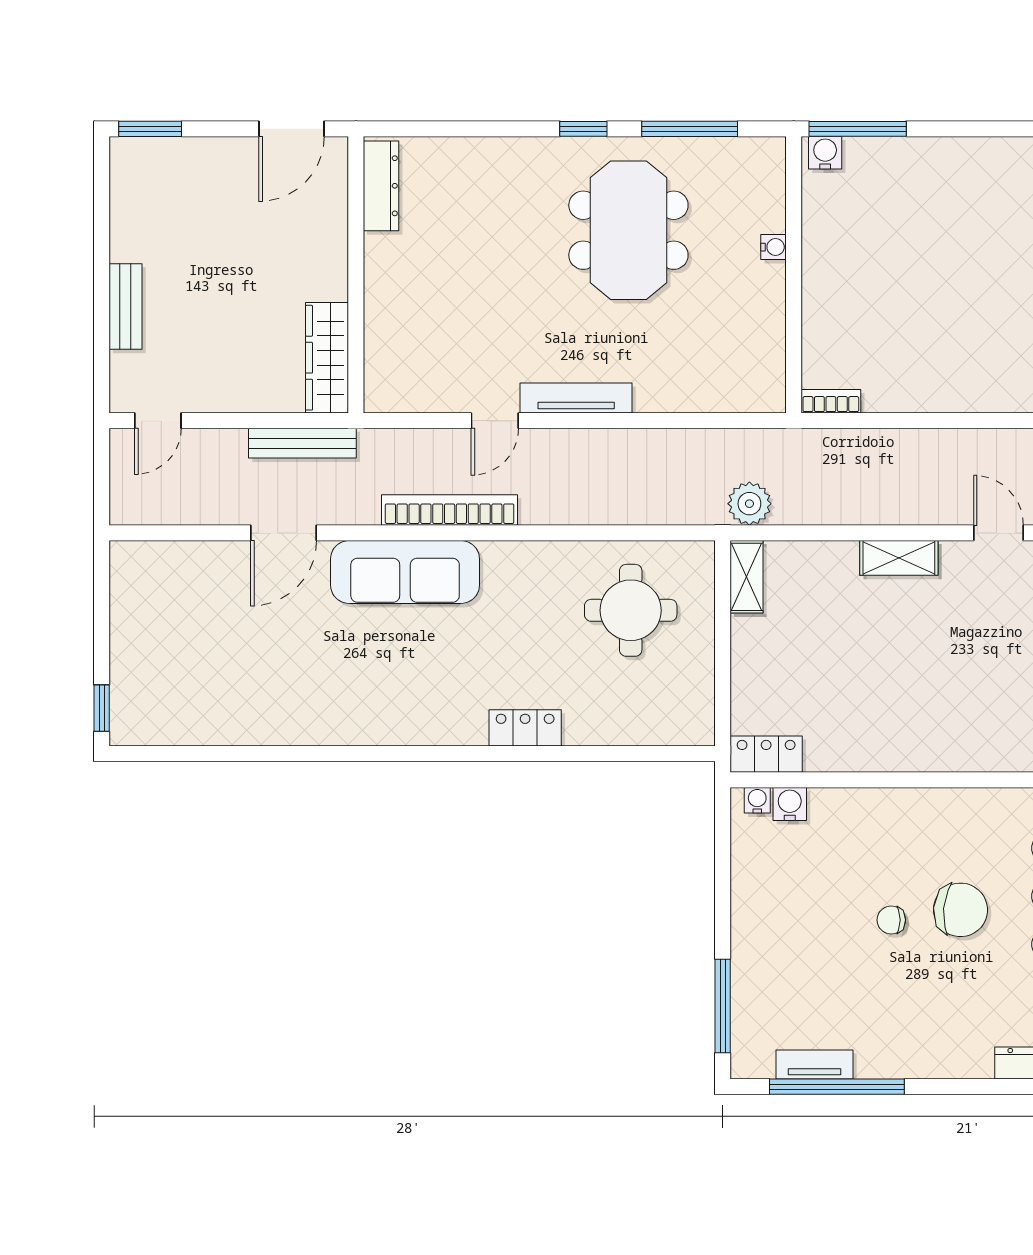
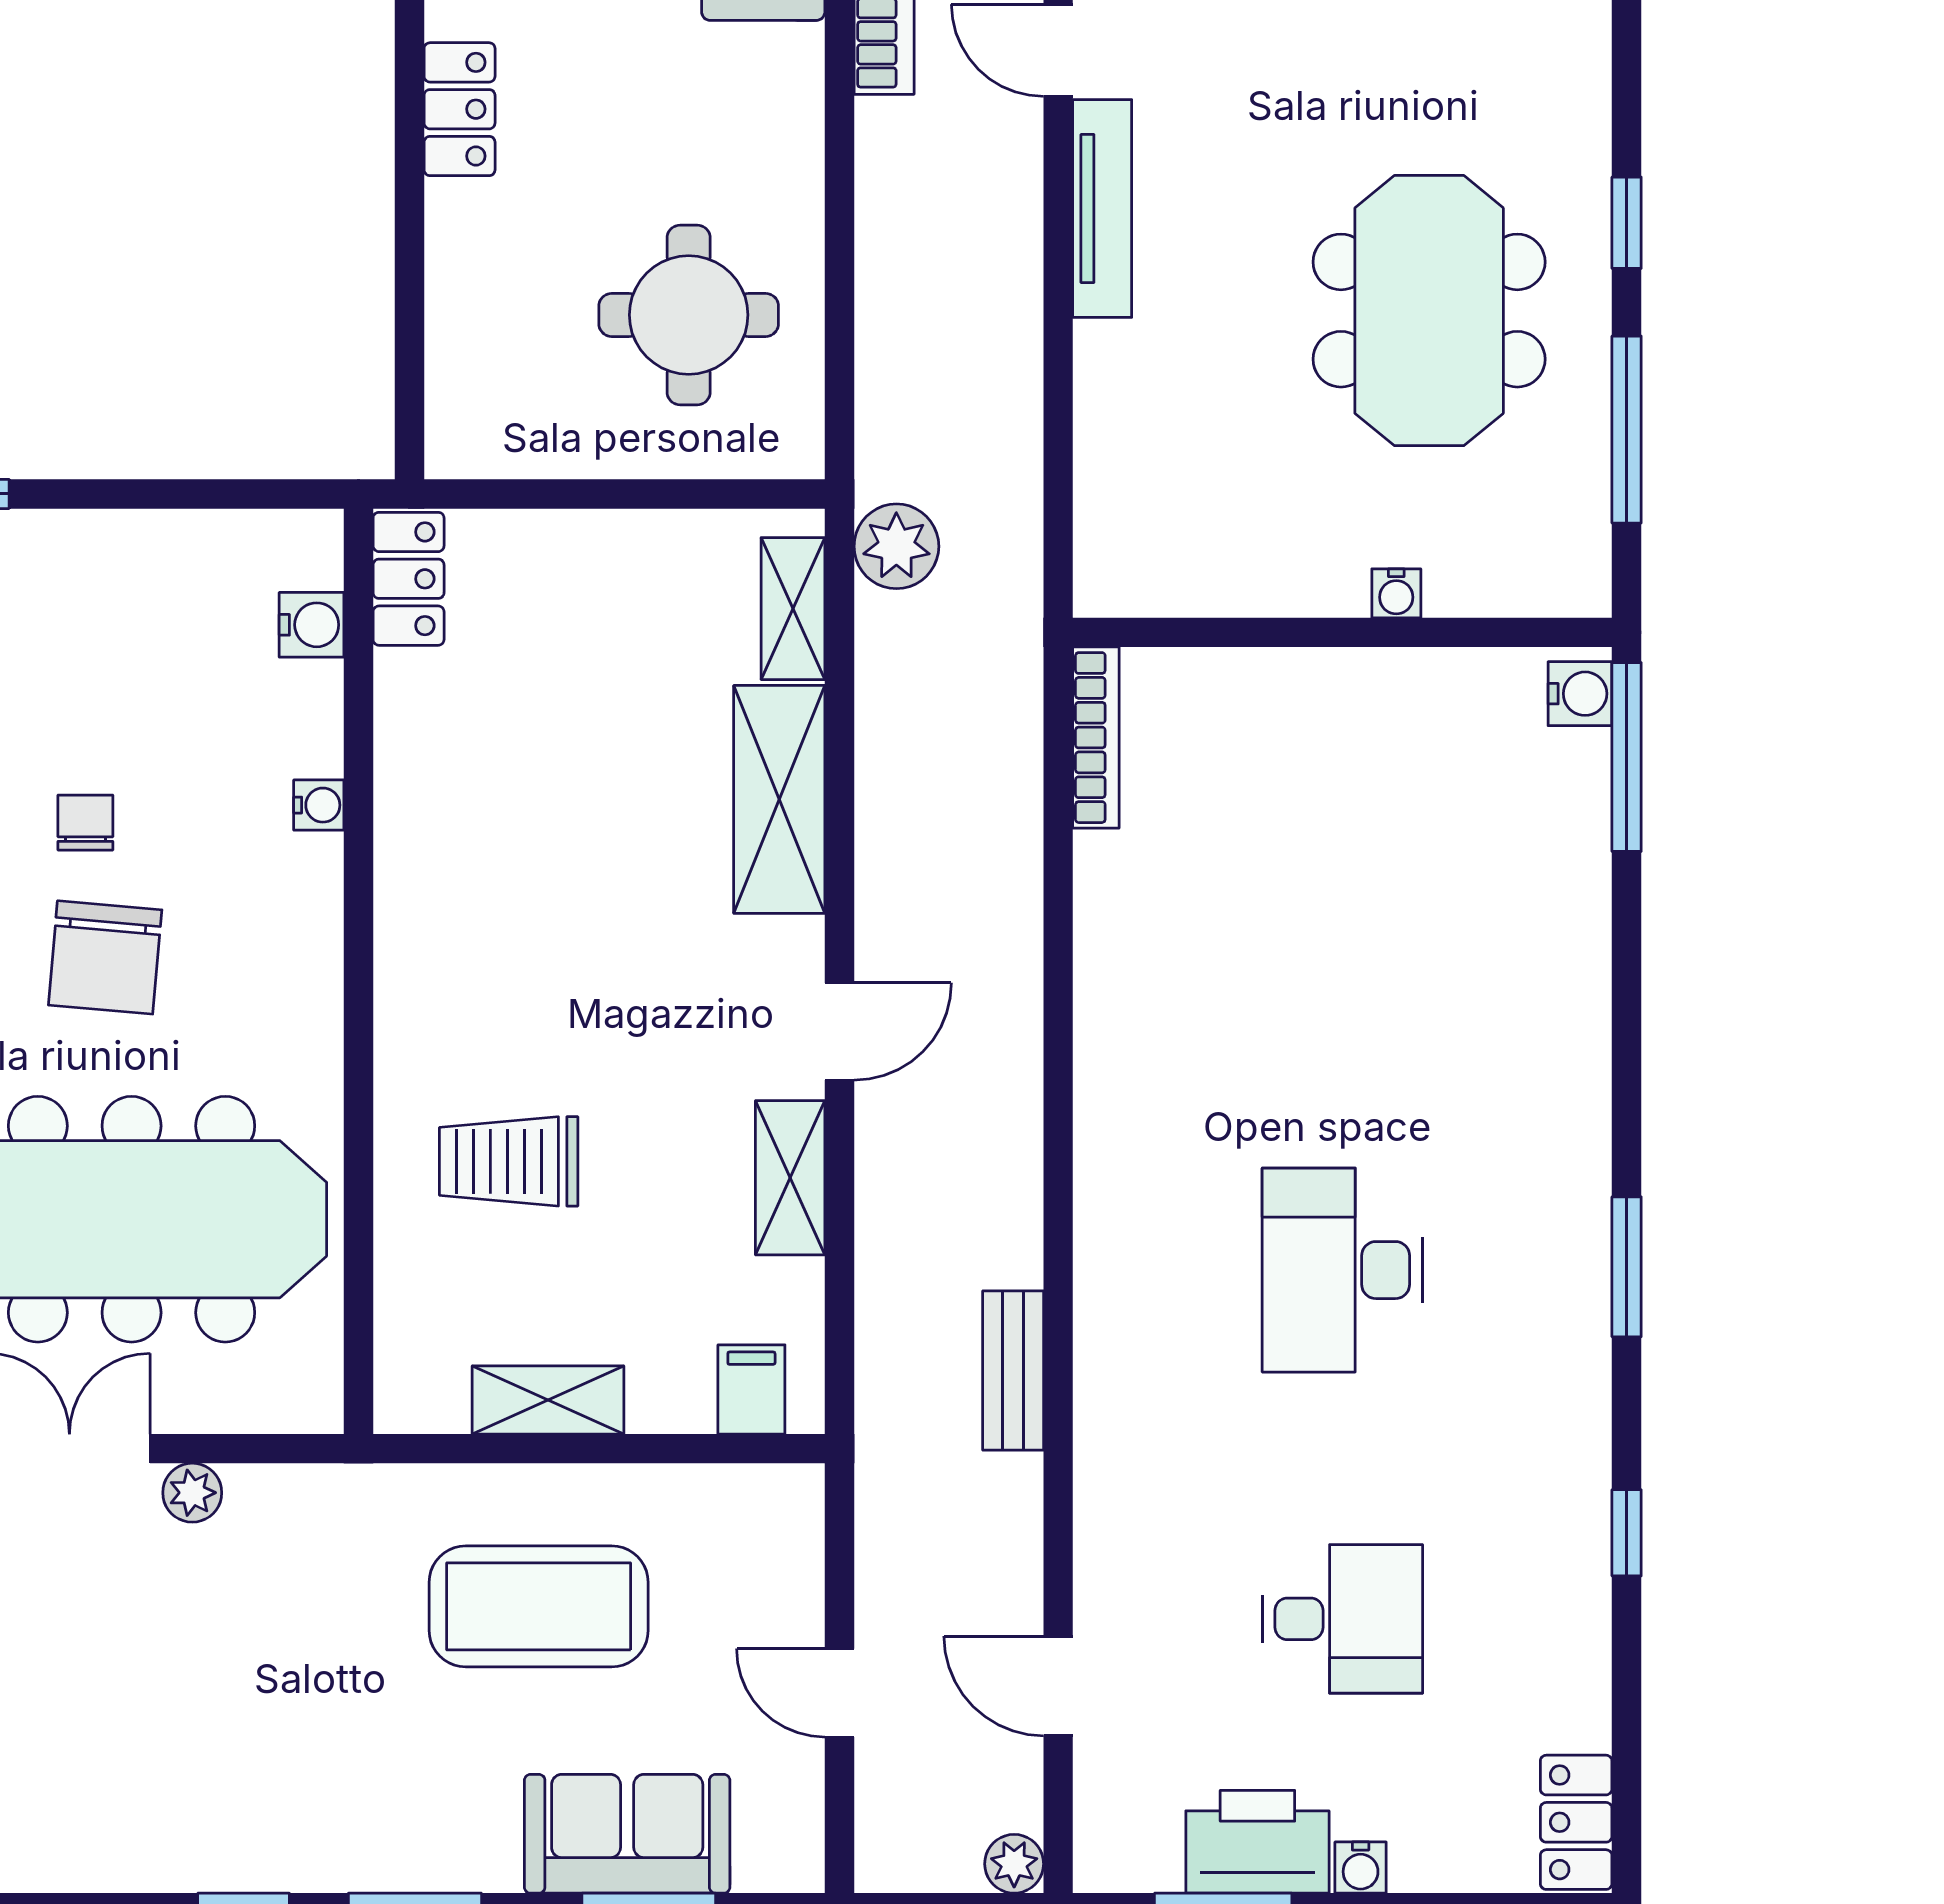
meeting table: (628, 230) -> (1429, 311), turned 90
bookcase: (831, 401) -> (1096, 738), width x1.56
shelving: (899, 558) -> (779, 799), width x1.50, depth x1.33
shelving: (746, 577) -> (793, 609), moved, turned 90
water cooler: (757, 800) -> (319, 805), moved

